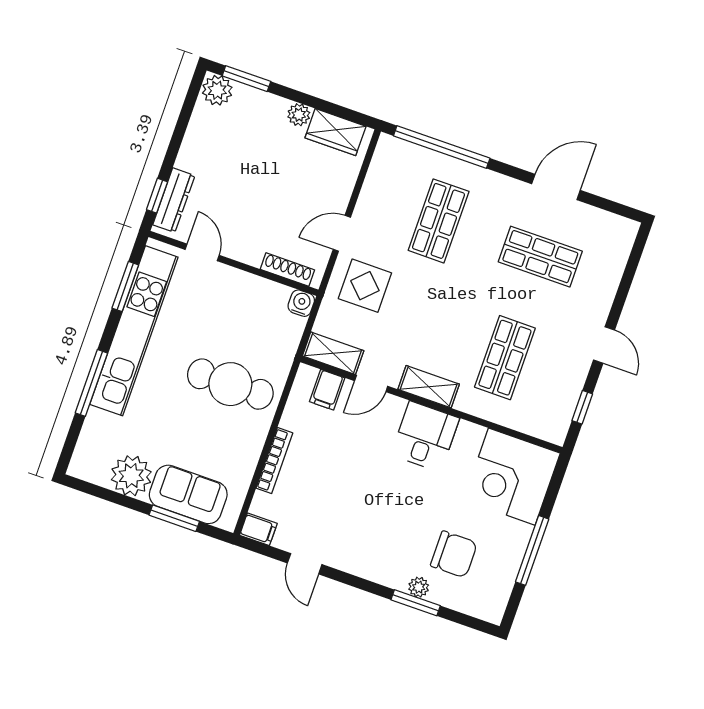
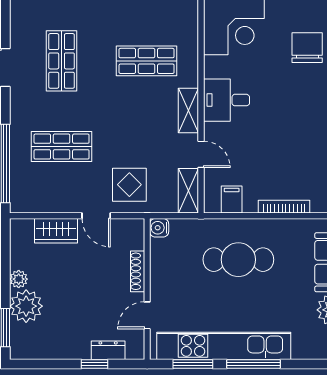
plant: (217, 90) -> (26, 306), moved, width x1.36, depth x1.36
wardrobe: (335, 132) -> (56, 231), moved, turned 90
window: (157, 196) -> (94, 364), moved
dresser: (174, 200) -> (108, 350), width x0.70
shoe rack: (287, 270) -> (138, 271), moved
window: (91, 383) -> (254, 364), moved
cafe table: (230, 384) -> (238, 260), turned 90
filing cabinet: (327, 390) -> (232, 200), moved, turned -90

